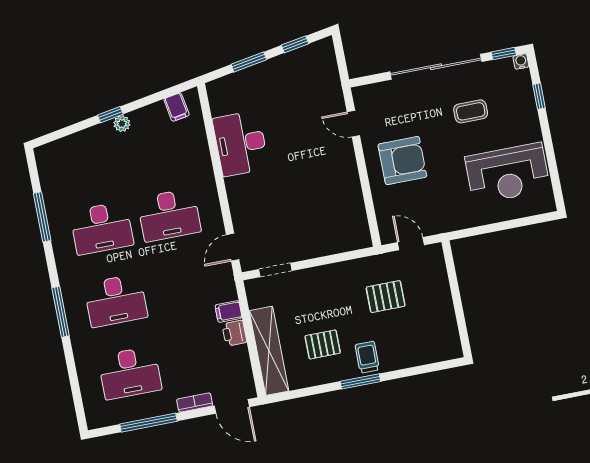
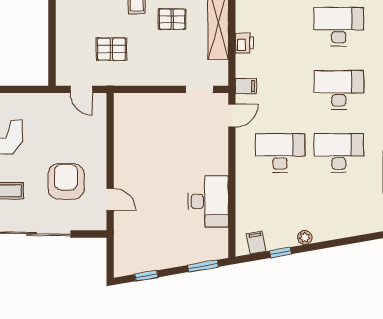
window: (249, 62) -> (203, 266), moved
window: (110, 115) -> (280, 252), moved
armchair: (402, 161) -> (66, 181), moved, turned 90
filing cabinet: (229, 311) -> (246, 86), moved

